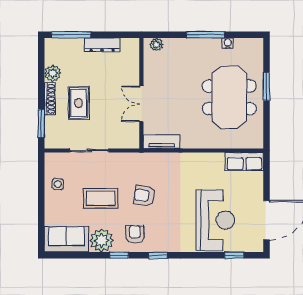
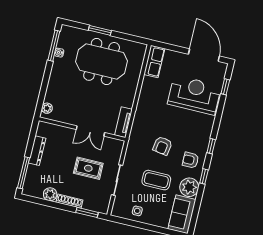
window: (205, 35) -> (54, 46), moved
rug: (79, 103) -> (88, 168), moved
coffee table: (101, 198) -> (156, 180), turned 90

